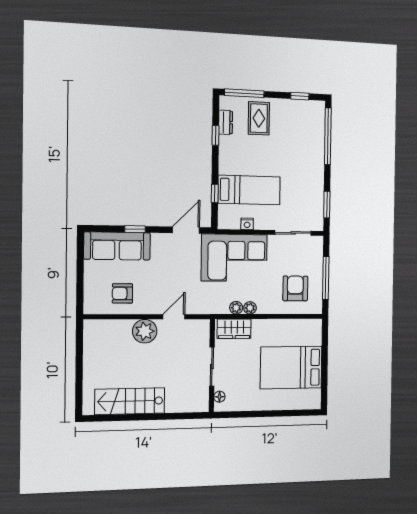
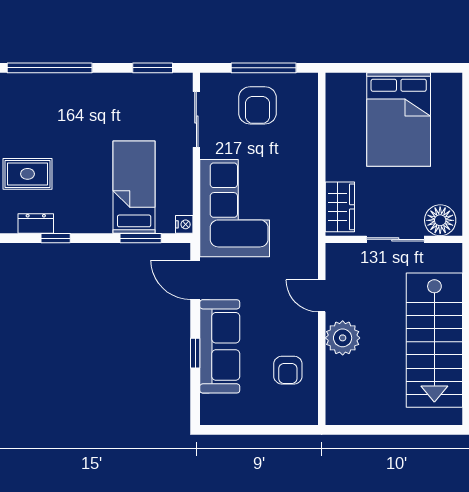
window: (215, 193) -> (141, 238), width x1.50
nightstand: (247, 224) -> (184, 224), moved
sofa: (117, 246) -> (220, 346), moved
armchair: (295, 288) -> (257, 105), moved, turned -90
plant: (236, 308) -> (309, 204), removed
plant: (250, 308) -> (309, 184), removed
floor lamp: (219, 397) -> (440, 220), width x1.89, depth x1.89
stairs: (130, 401) -> (434, 340), width x1.36, depth x1.51

